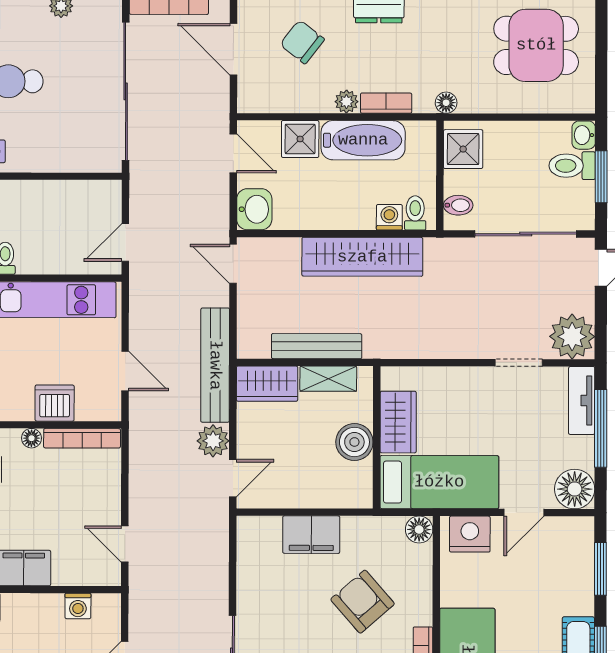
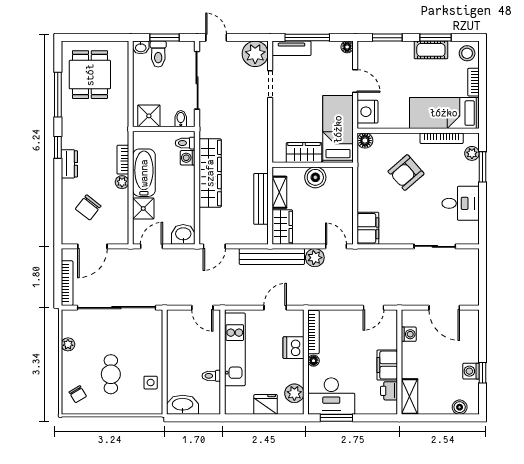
floor lamp: (446, 103) -> (123, 126), removed
floor lamp: (575, 489) -> (347, 47), width x0.53, depth x0.53
filing cabinet: (311, 535) -> (368, 228), moved

